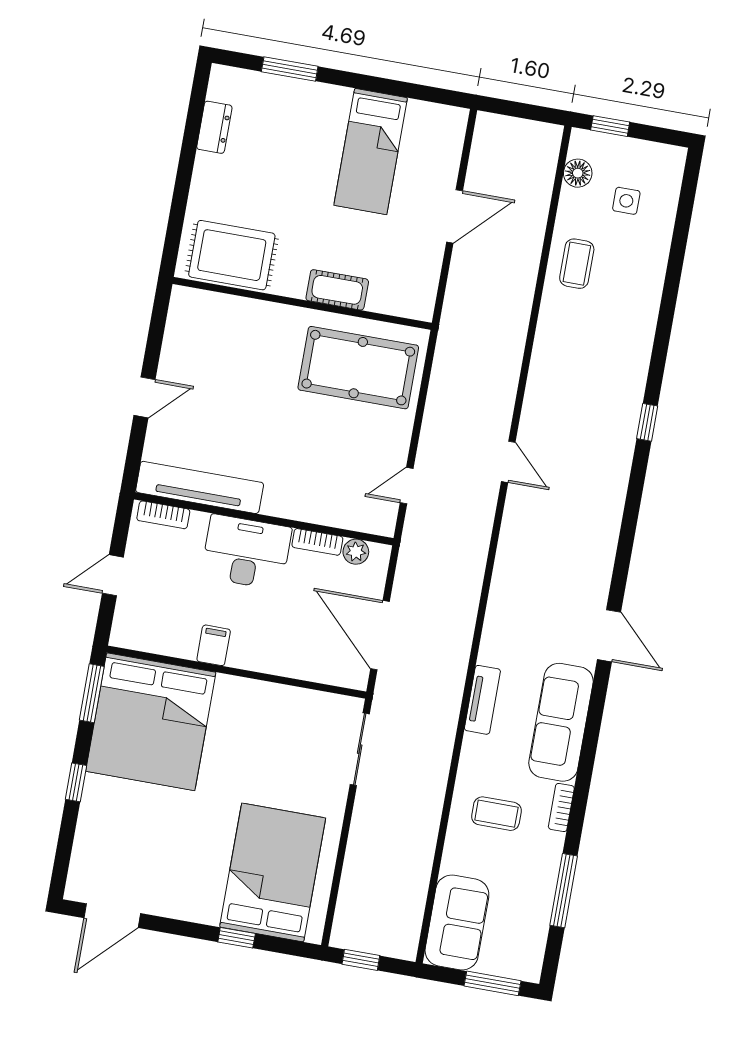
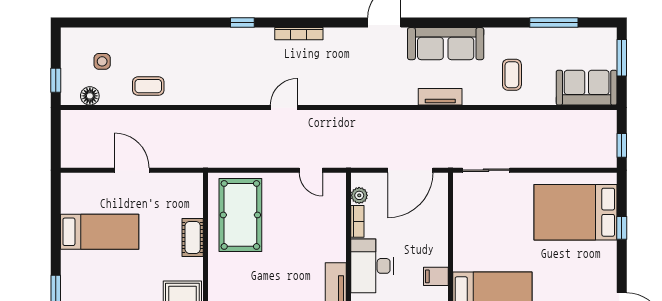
bookcase: (561, 808) -> (299, 34), moved, width x1.56

